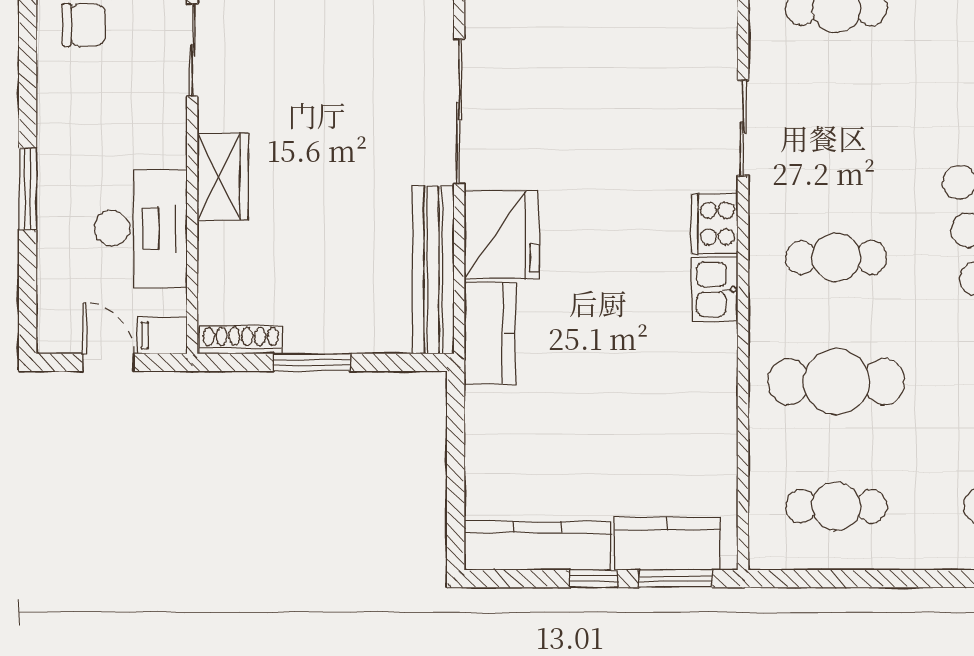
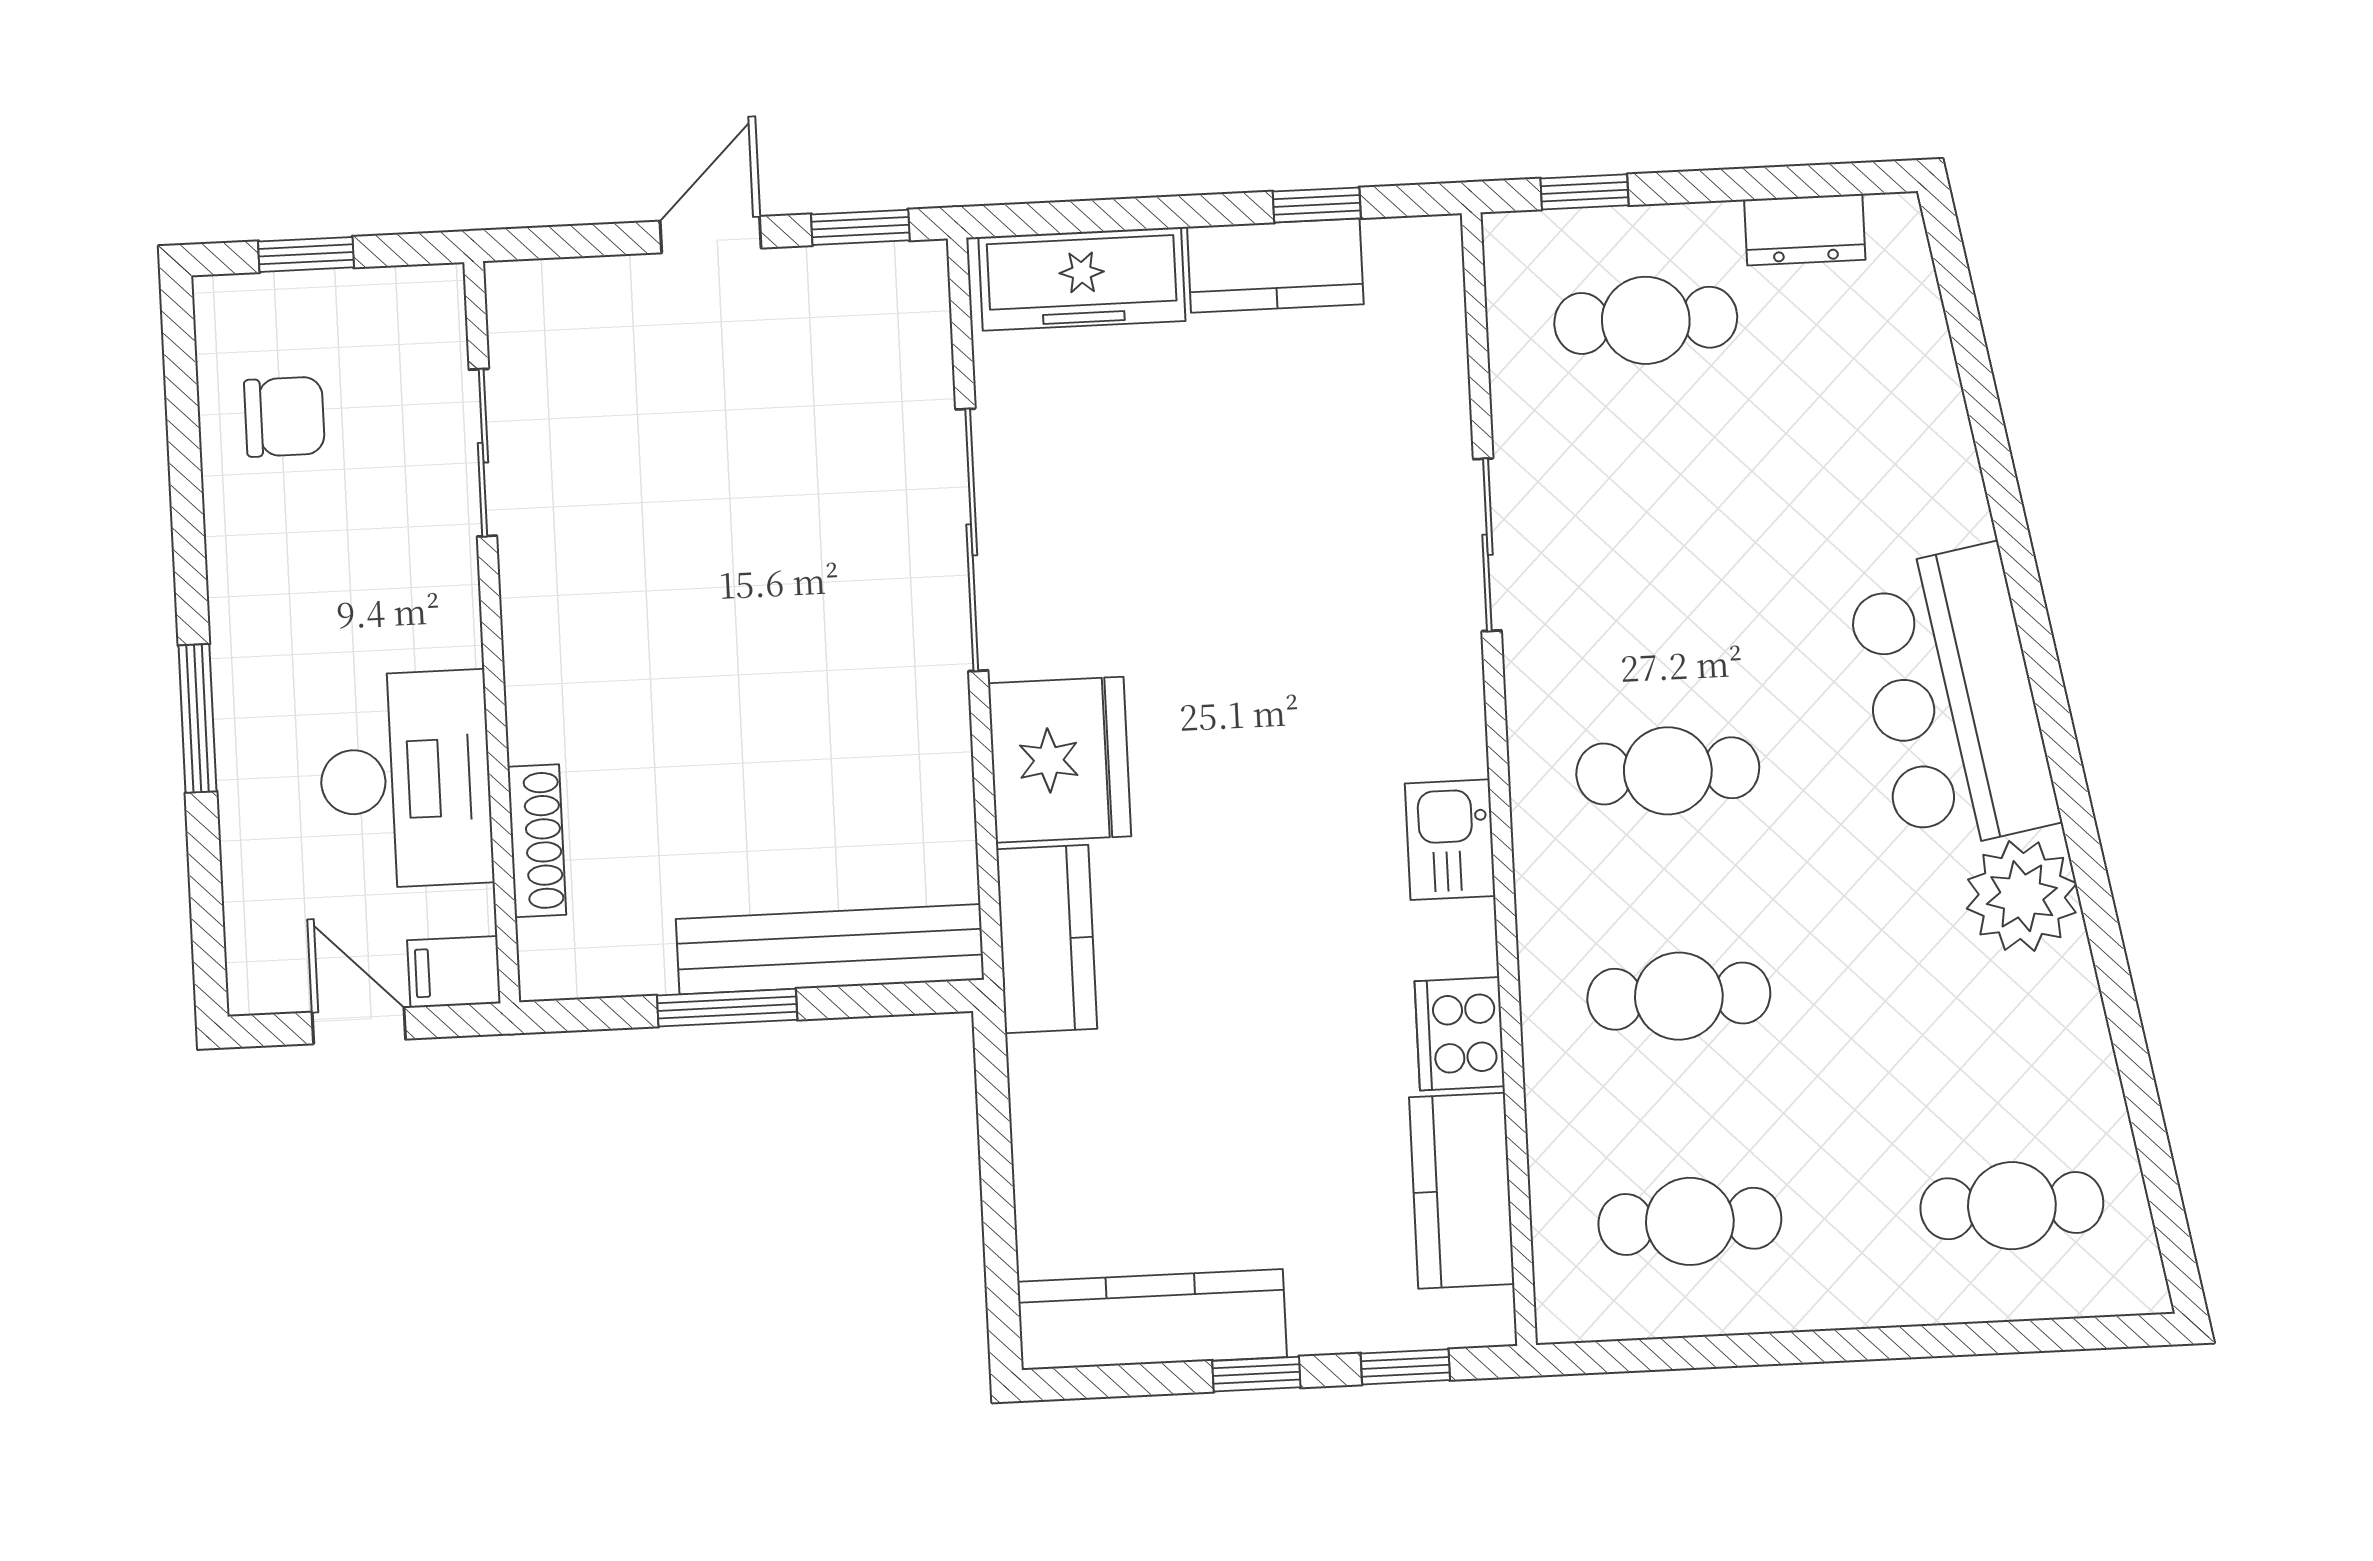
wardrobe: (223, 177) -> (549, 679), removed
cooker: (715, 224) -> (1460, 1034), moved
bench: (433, 270) -> (830, 949), moved, turned 90
shoe rack: (241, 340) -> (537, 841), moved, turned 90
cafe table: (836, 382) -> (1679, 996), width x0.73, depth x0.74
kitchen counter: (667, 544) -> (1462, 1191), moved, turned -90
window: (676, 579) -> (1405, 1367), width x0.67

